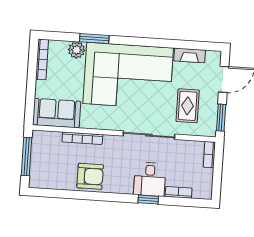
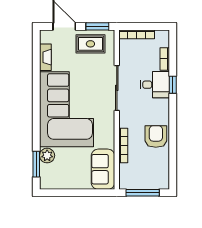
window: (94, 39) -> (36, 164), moved
bookcase: (42, 59) -> (57, 185), removed
rug: (188, 106) -> (90, 44), moved
bookcase: (209, 155) -> (137, 34), width x1.56

